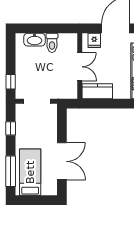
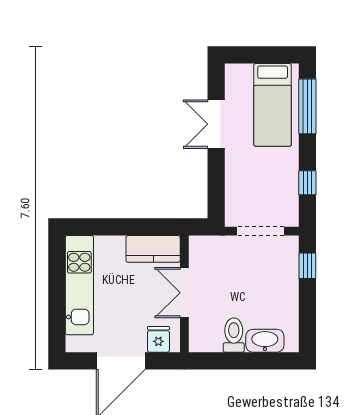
double door: (62, 161) -> (216, 124), width x0.73

